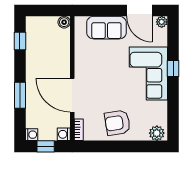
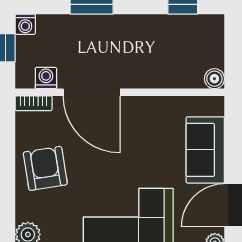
door: (72, 95) -> (92, 92), swing flipped
washing machine: (64, 134) -> (46, 78), moved

